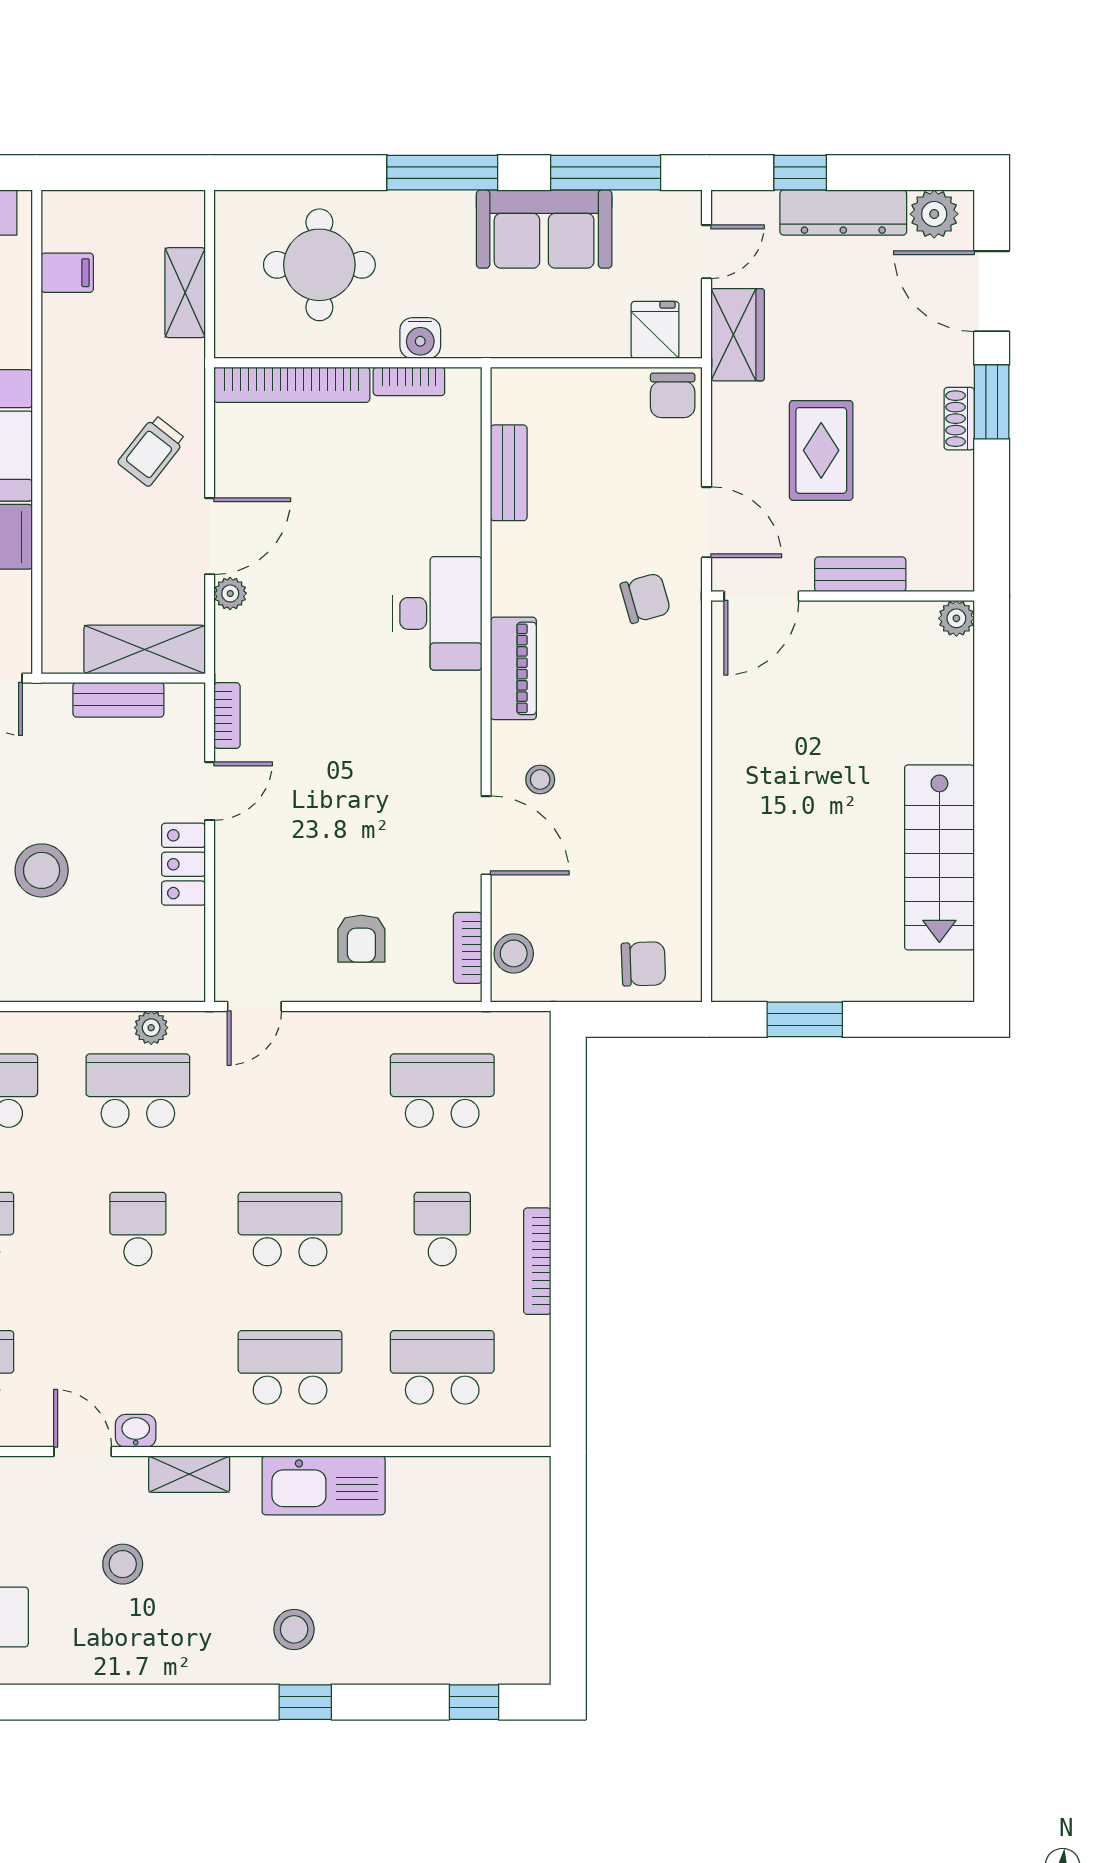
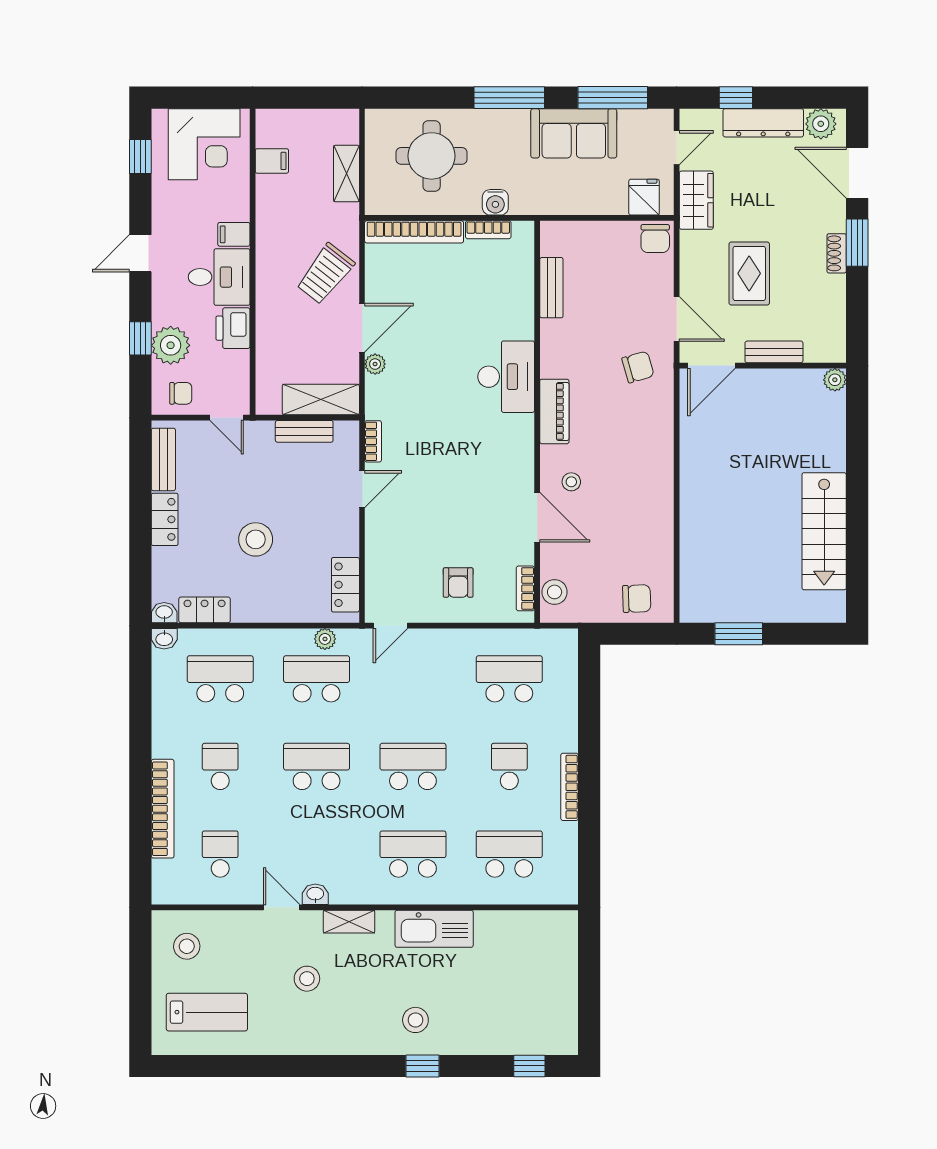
trolley: (152, 451) -> (325, 274), width x1.36, depth x1.39
locker: (183, 864) -> (345, 585), moved
school desk: (138, 1229) -> (317, 766), width x1.85

